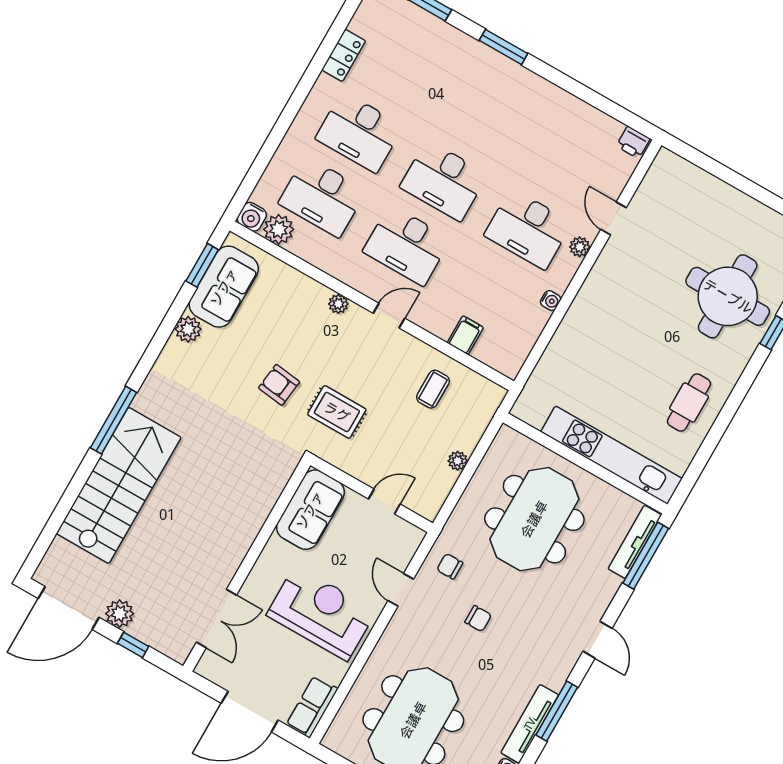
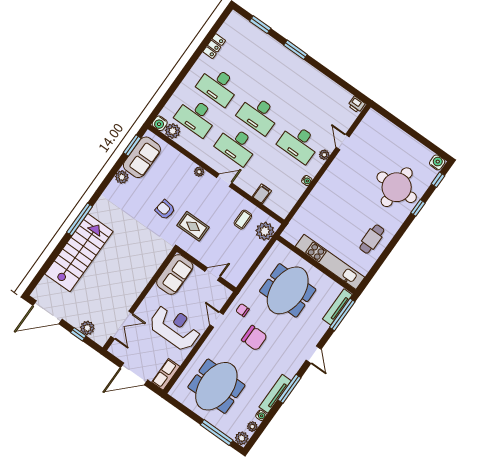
plant: (458, 461) -> (265, 231), moved, width x1.87, depth x1.87
plant: (120, 614) -> (87, 328), moved
chair: (478, 619) -> (254, 338), width x1.87, depth x1.87

